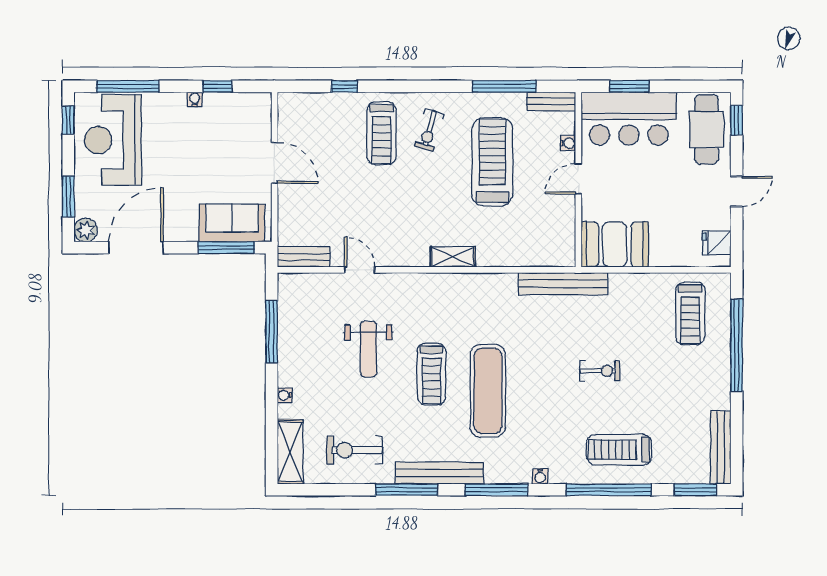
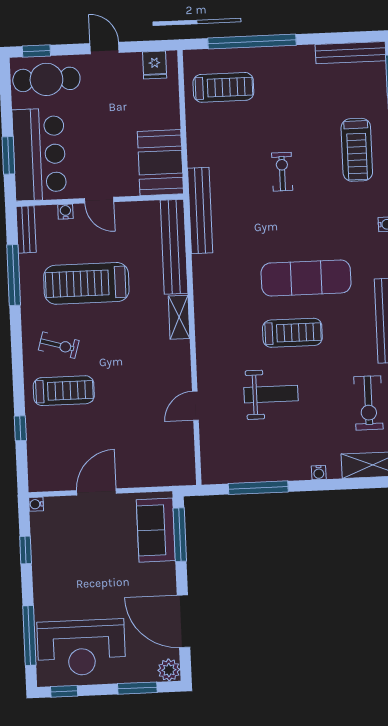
water cooler: (195, 99) -> (36, 504), moved
bench: (304, 257) -> (174, 247), moved, width x1.86, depth x1.21

